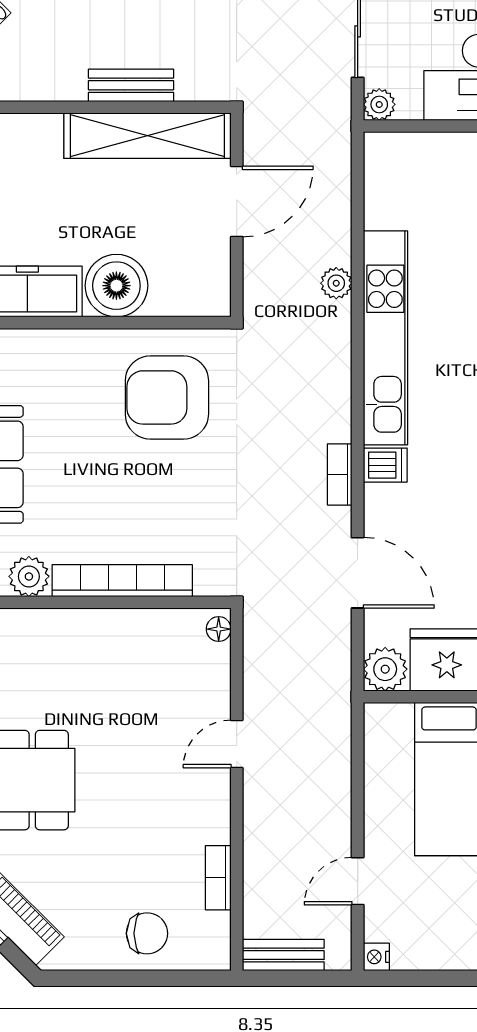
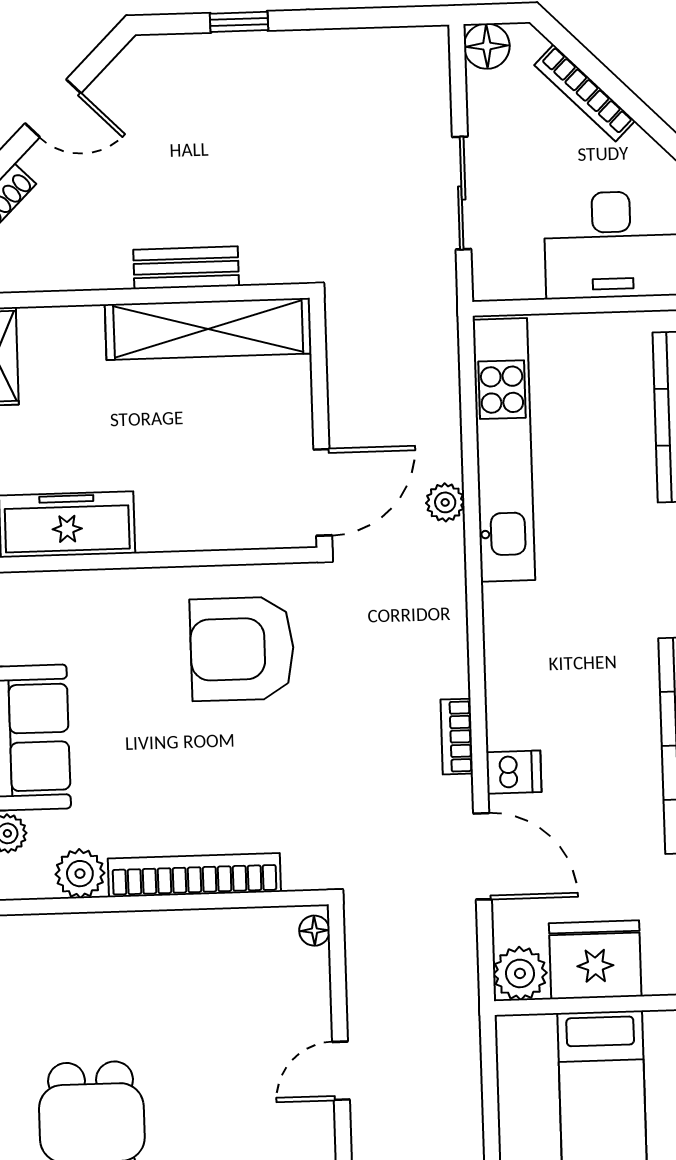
plant: (379, 104) -> (491, 282), removed
door: (237, 202) -> (323, 492), moved
boiler: (116, 286) -> (176, 514), removed
kitchen unit: (385, 338) -> (504, 450), moved
dishwasher: (385, 465) -> (514, 772), moved

